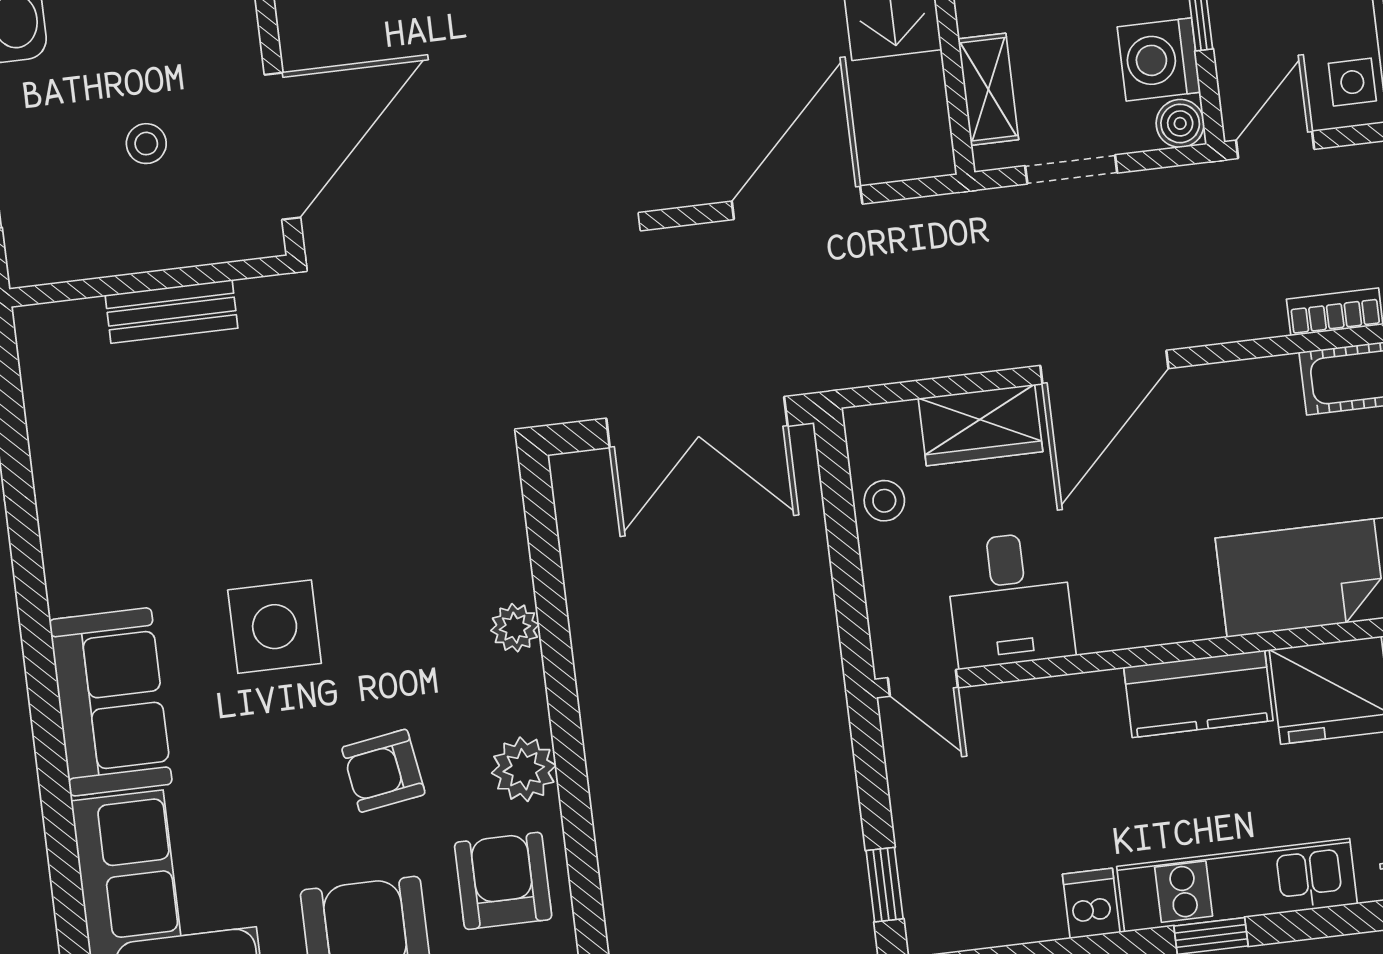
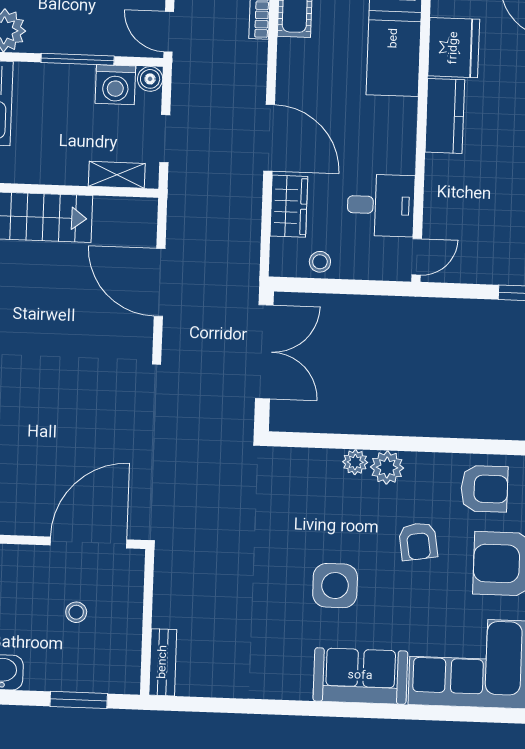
door: (282, 146) -> (89, 542), hinge flipped
bench: (171, 312) -> (163, 662), moved
plant: (524, 769) -> (387, 468), moved
armchair: (503, 881) -> (484, 489), turned 180

